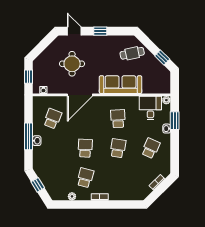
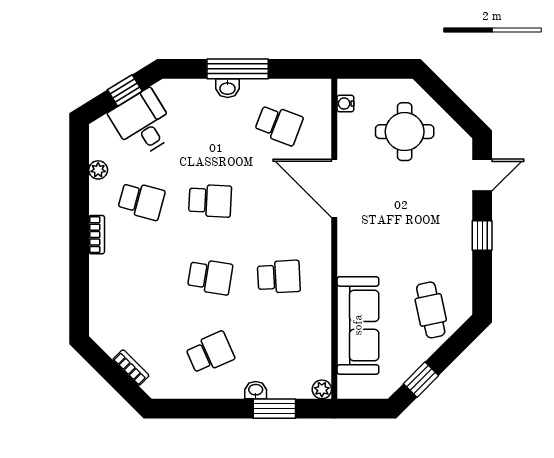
round table: (72, 64) -> (405, 132), moved
window: (28, 77) -> (377, 69), removed
sofa: (121, 85) -> (358, 325), moved
desk: (150, 108) -> (143, 123), moved, turned -122
school desk: (151, 148) -> (210, 353), turned -48

